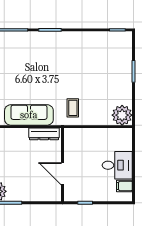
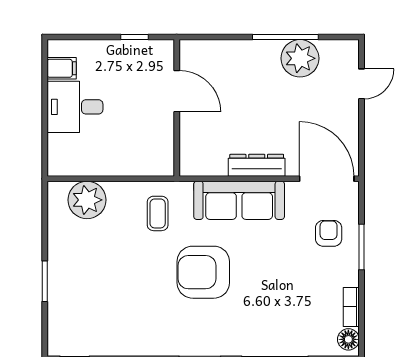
armchair: (48, 76) -> (203, 272), added
plant: (122, 115) -> (87, 200), moved
dresser: (44, 134) -> (257, 165), moved

